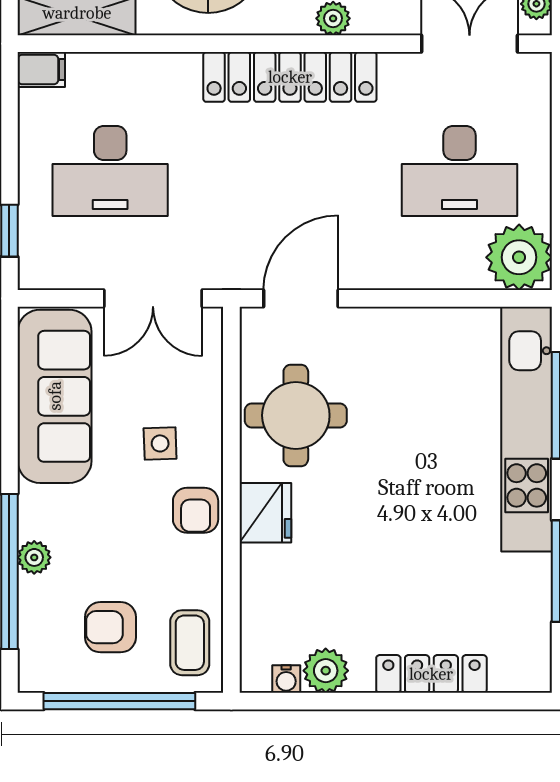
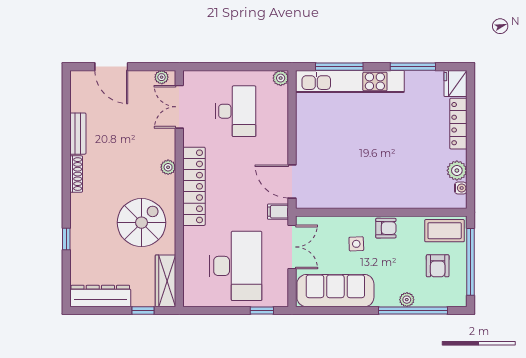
filing cabinet: (41, 69) -> (278, 212), moved, turned -90
desk: (110, 171) -> (236, 266), width x1.36, depth x1.30
plant: (519, 257) -> (281, 78), width x0.53, depth x0.53
round table: (296, 415) -> (344, 184), removed
fridge: (265, 513) -> (455, 83), moved, turned -90
coffee table: (190, 643) -> (445, 231), width x1.36, depth x1.30

